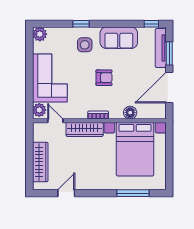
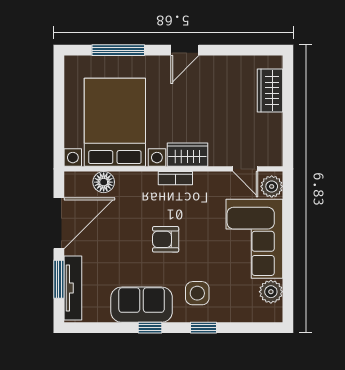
window: (151, 24) -> (150, 328), moved
plant: (40, 34) -> (271, 292), moved
floor lamp: (130, 113) -> (104, 182), moved
wardrobe: (85, 129) -> (187, 155), width x0.67
wardrobe: (40, 162) -> (270, 91), width x0.67
door: (66, 193) -> (185, 50), moved

